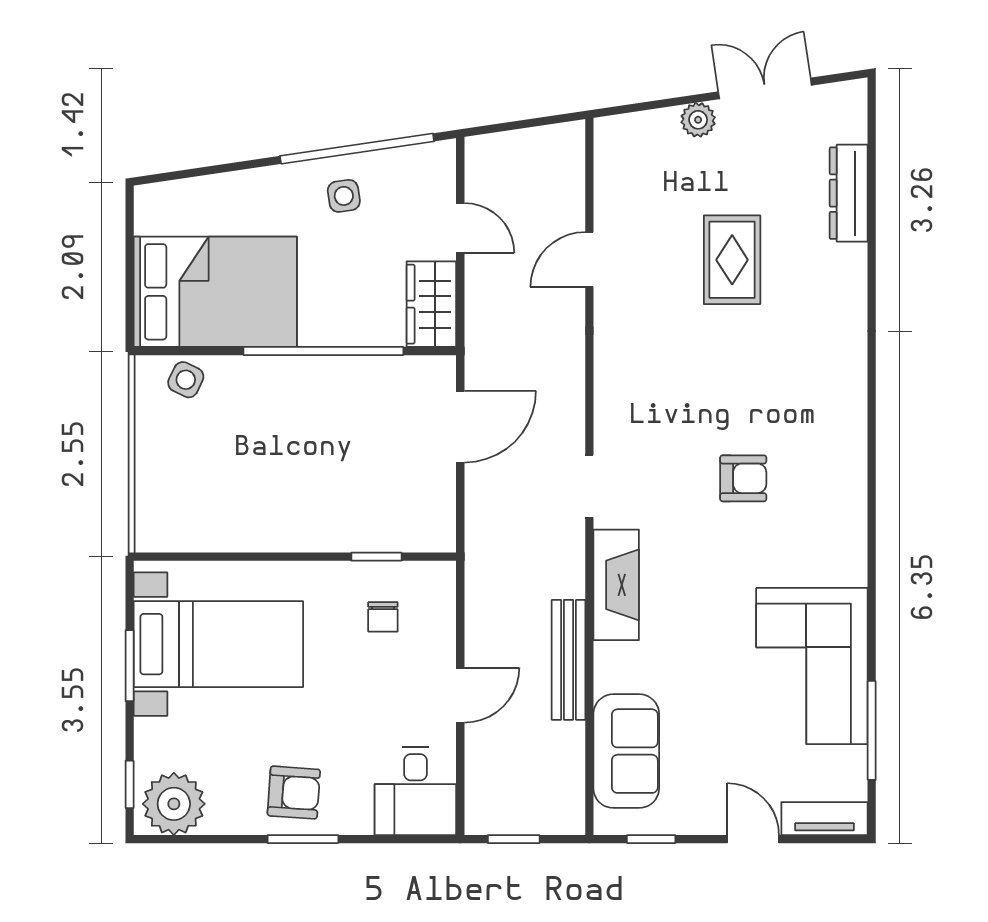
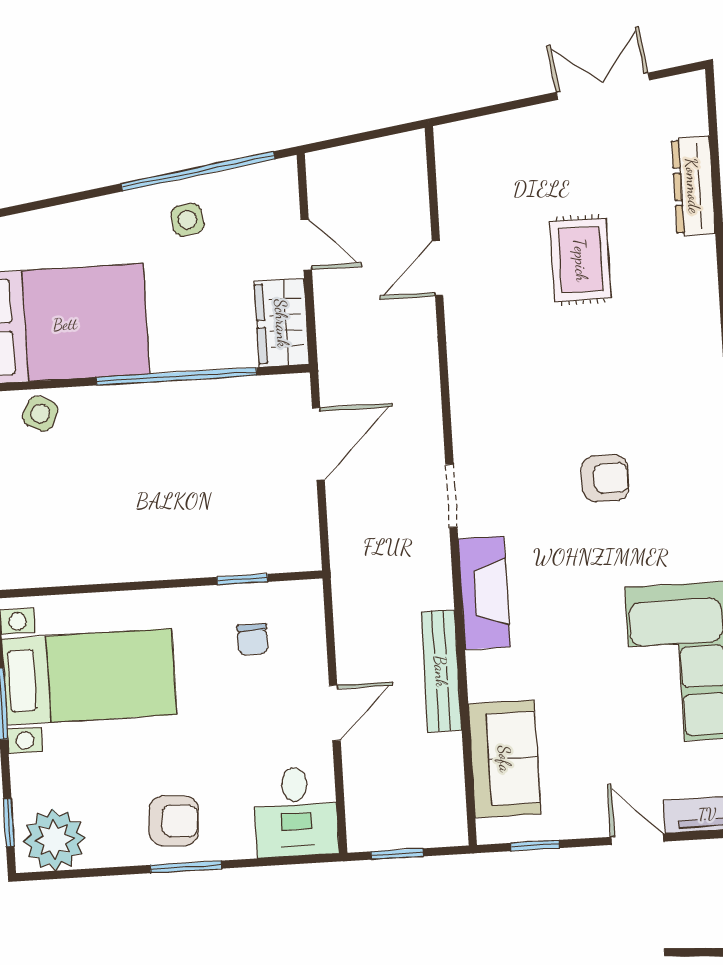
plant: (698, 120) -> (538, 122), removed

